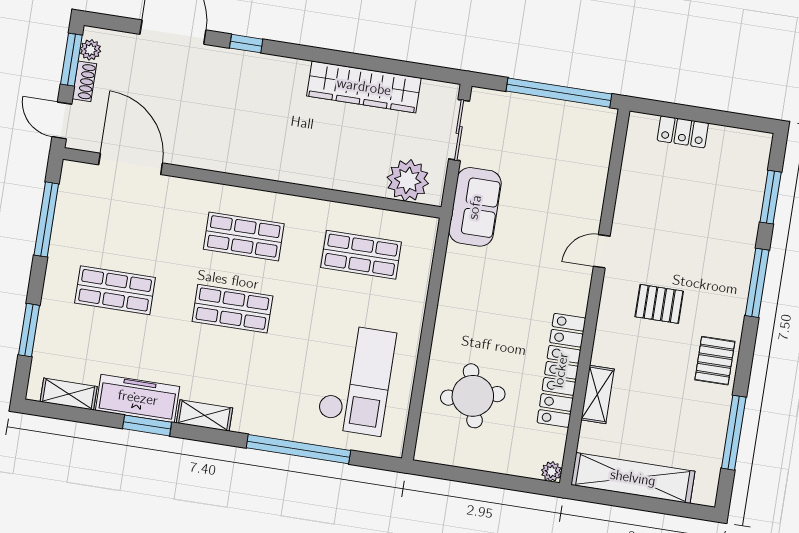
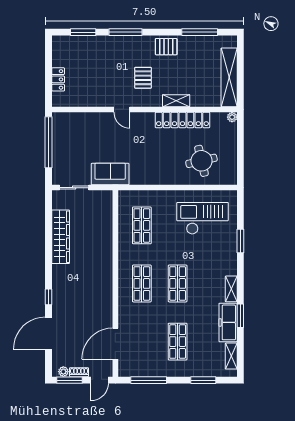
plant: (408, 180) -> (102, 208), removed
shelving: (598, 394) -> (176, 101), moved
window: (298, 449) -> (240, 241), width x0.47

